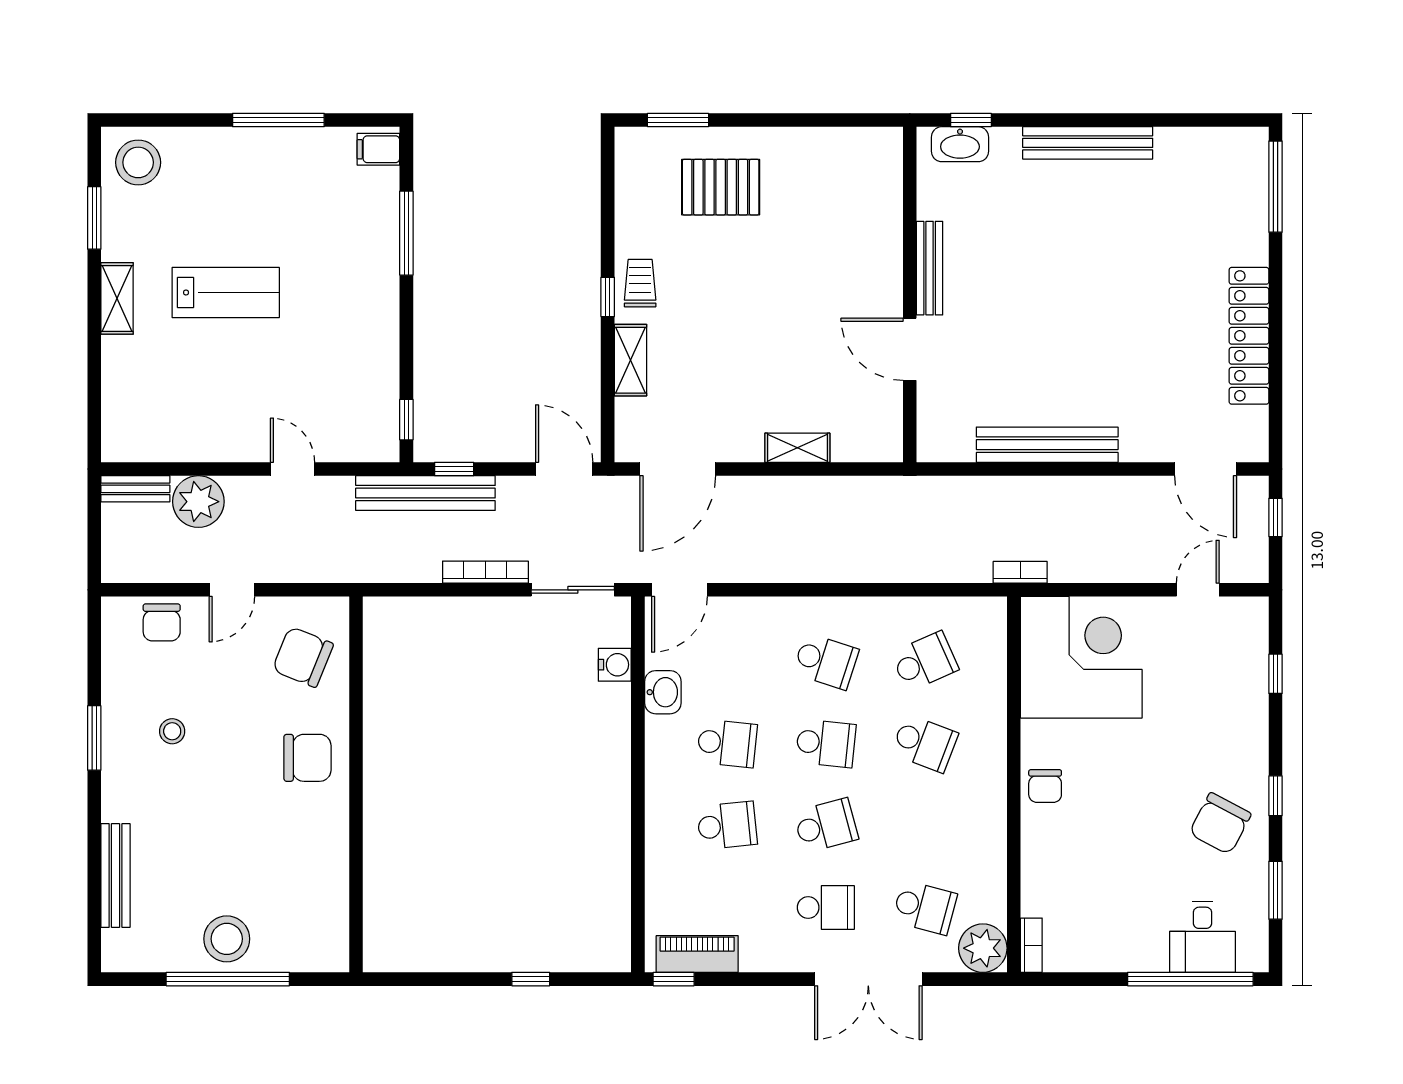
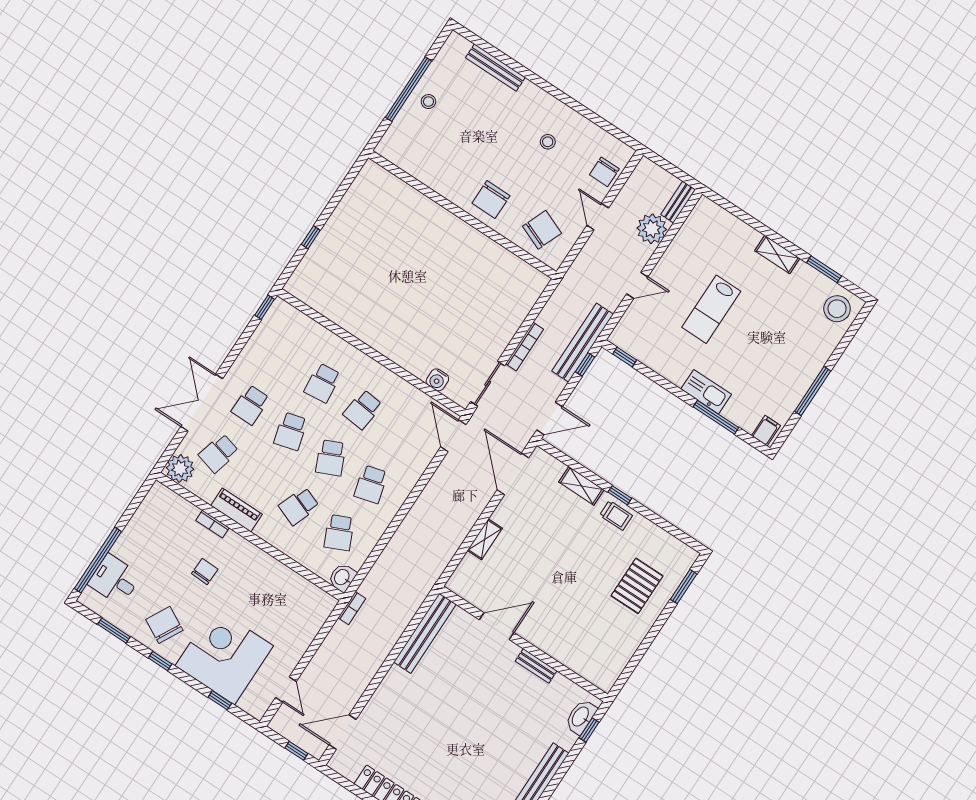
bench: (930, 268) -> (536, 666), width x0.73
kitchen sink: (379, 271) -> (706, 392), added
lab bench: (226, 293) -> (711, 309), moved
bench: (1047, 445) -> (425, 633), moved
chair: (162, 622) -> (604, 172), turned -90
corner desk: (1081, 657) -> (224, 656), moved, turned 180
school desk: (826, 661) -> (371, 484), turned -33
washbasin: (663, 692) -> (342, 577), moved, turned 90
window: (94, 738) -> (570, 102), removed
school desk: (826, 743) -> (331, 458), turned -30
chair: (1045, 786) -> (205, 571), moved, turned 92
stool: (227, 939) -> (428, 102), width x0.53, depth x0.53
bookcase: (1031, 945) -> (212, 524), moved
piano: (697, 954) -> (236, 510), moved, turned -90

